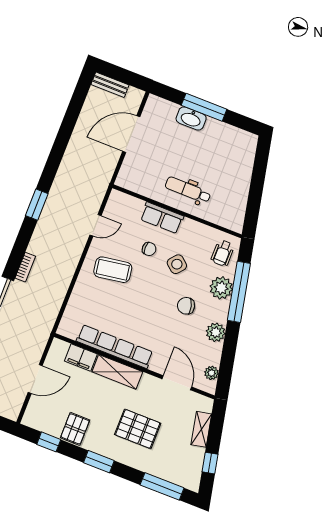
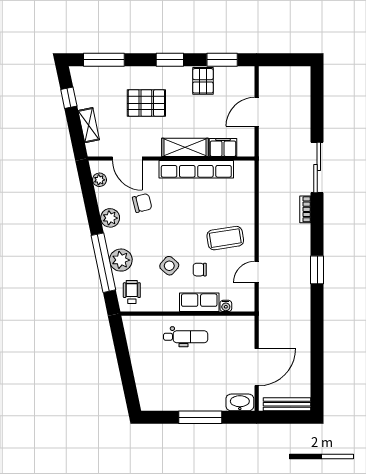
bench: (110, 85) -> (287, 404), width x1.36
washbasin: (191, 119) -> (240, 402), moved
water cooler: (138, 204) -> (226, 306), added
chair: (186, 306) -> (142, 203), moved
window: (49, 442) -> (222, 60), width x1.50

